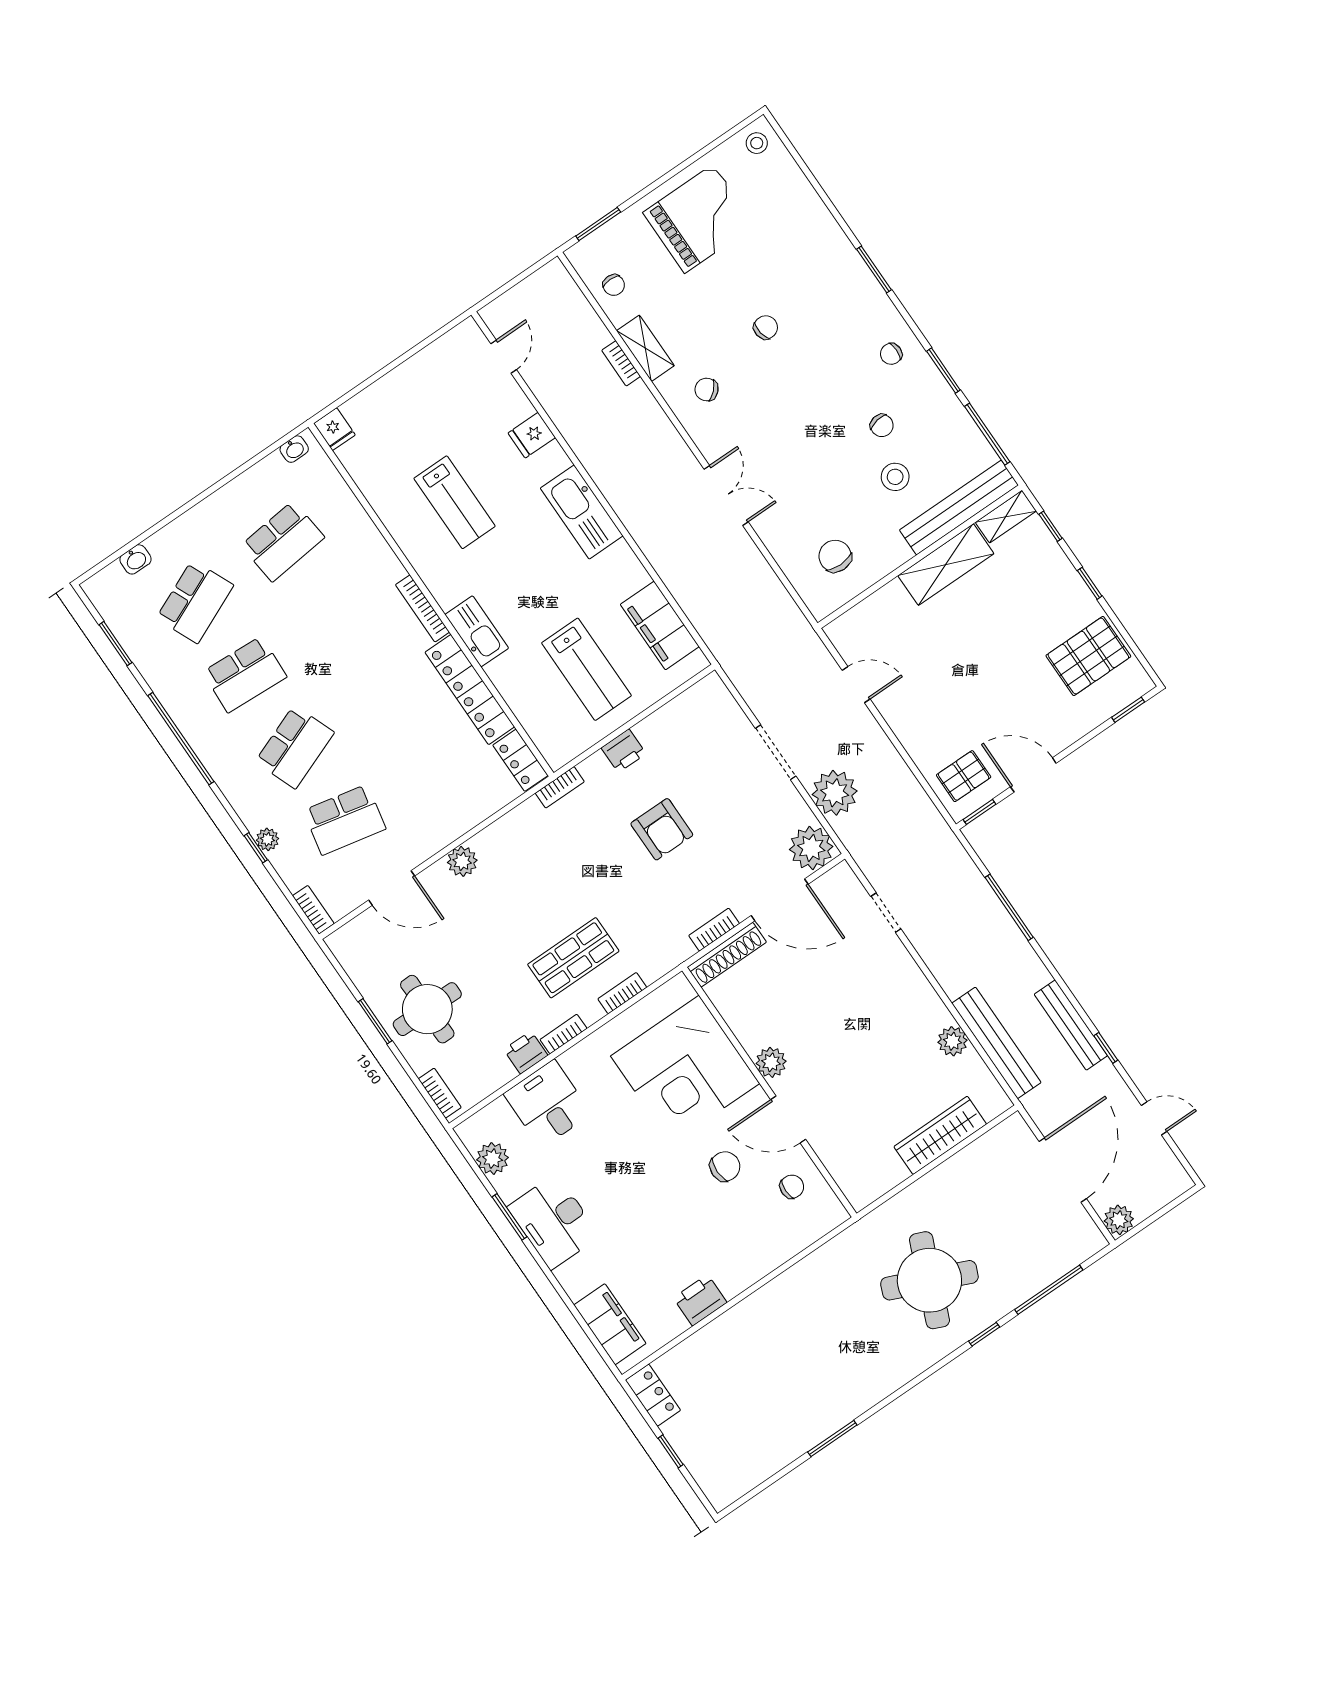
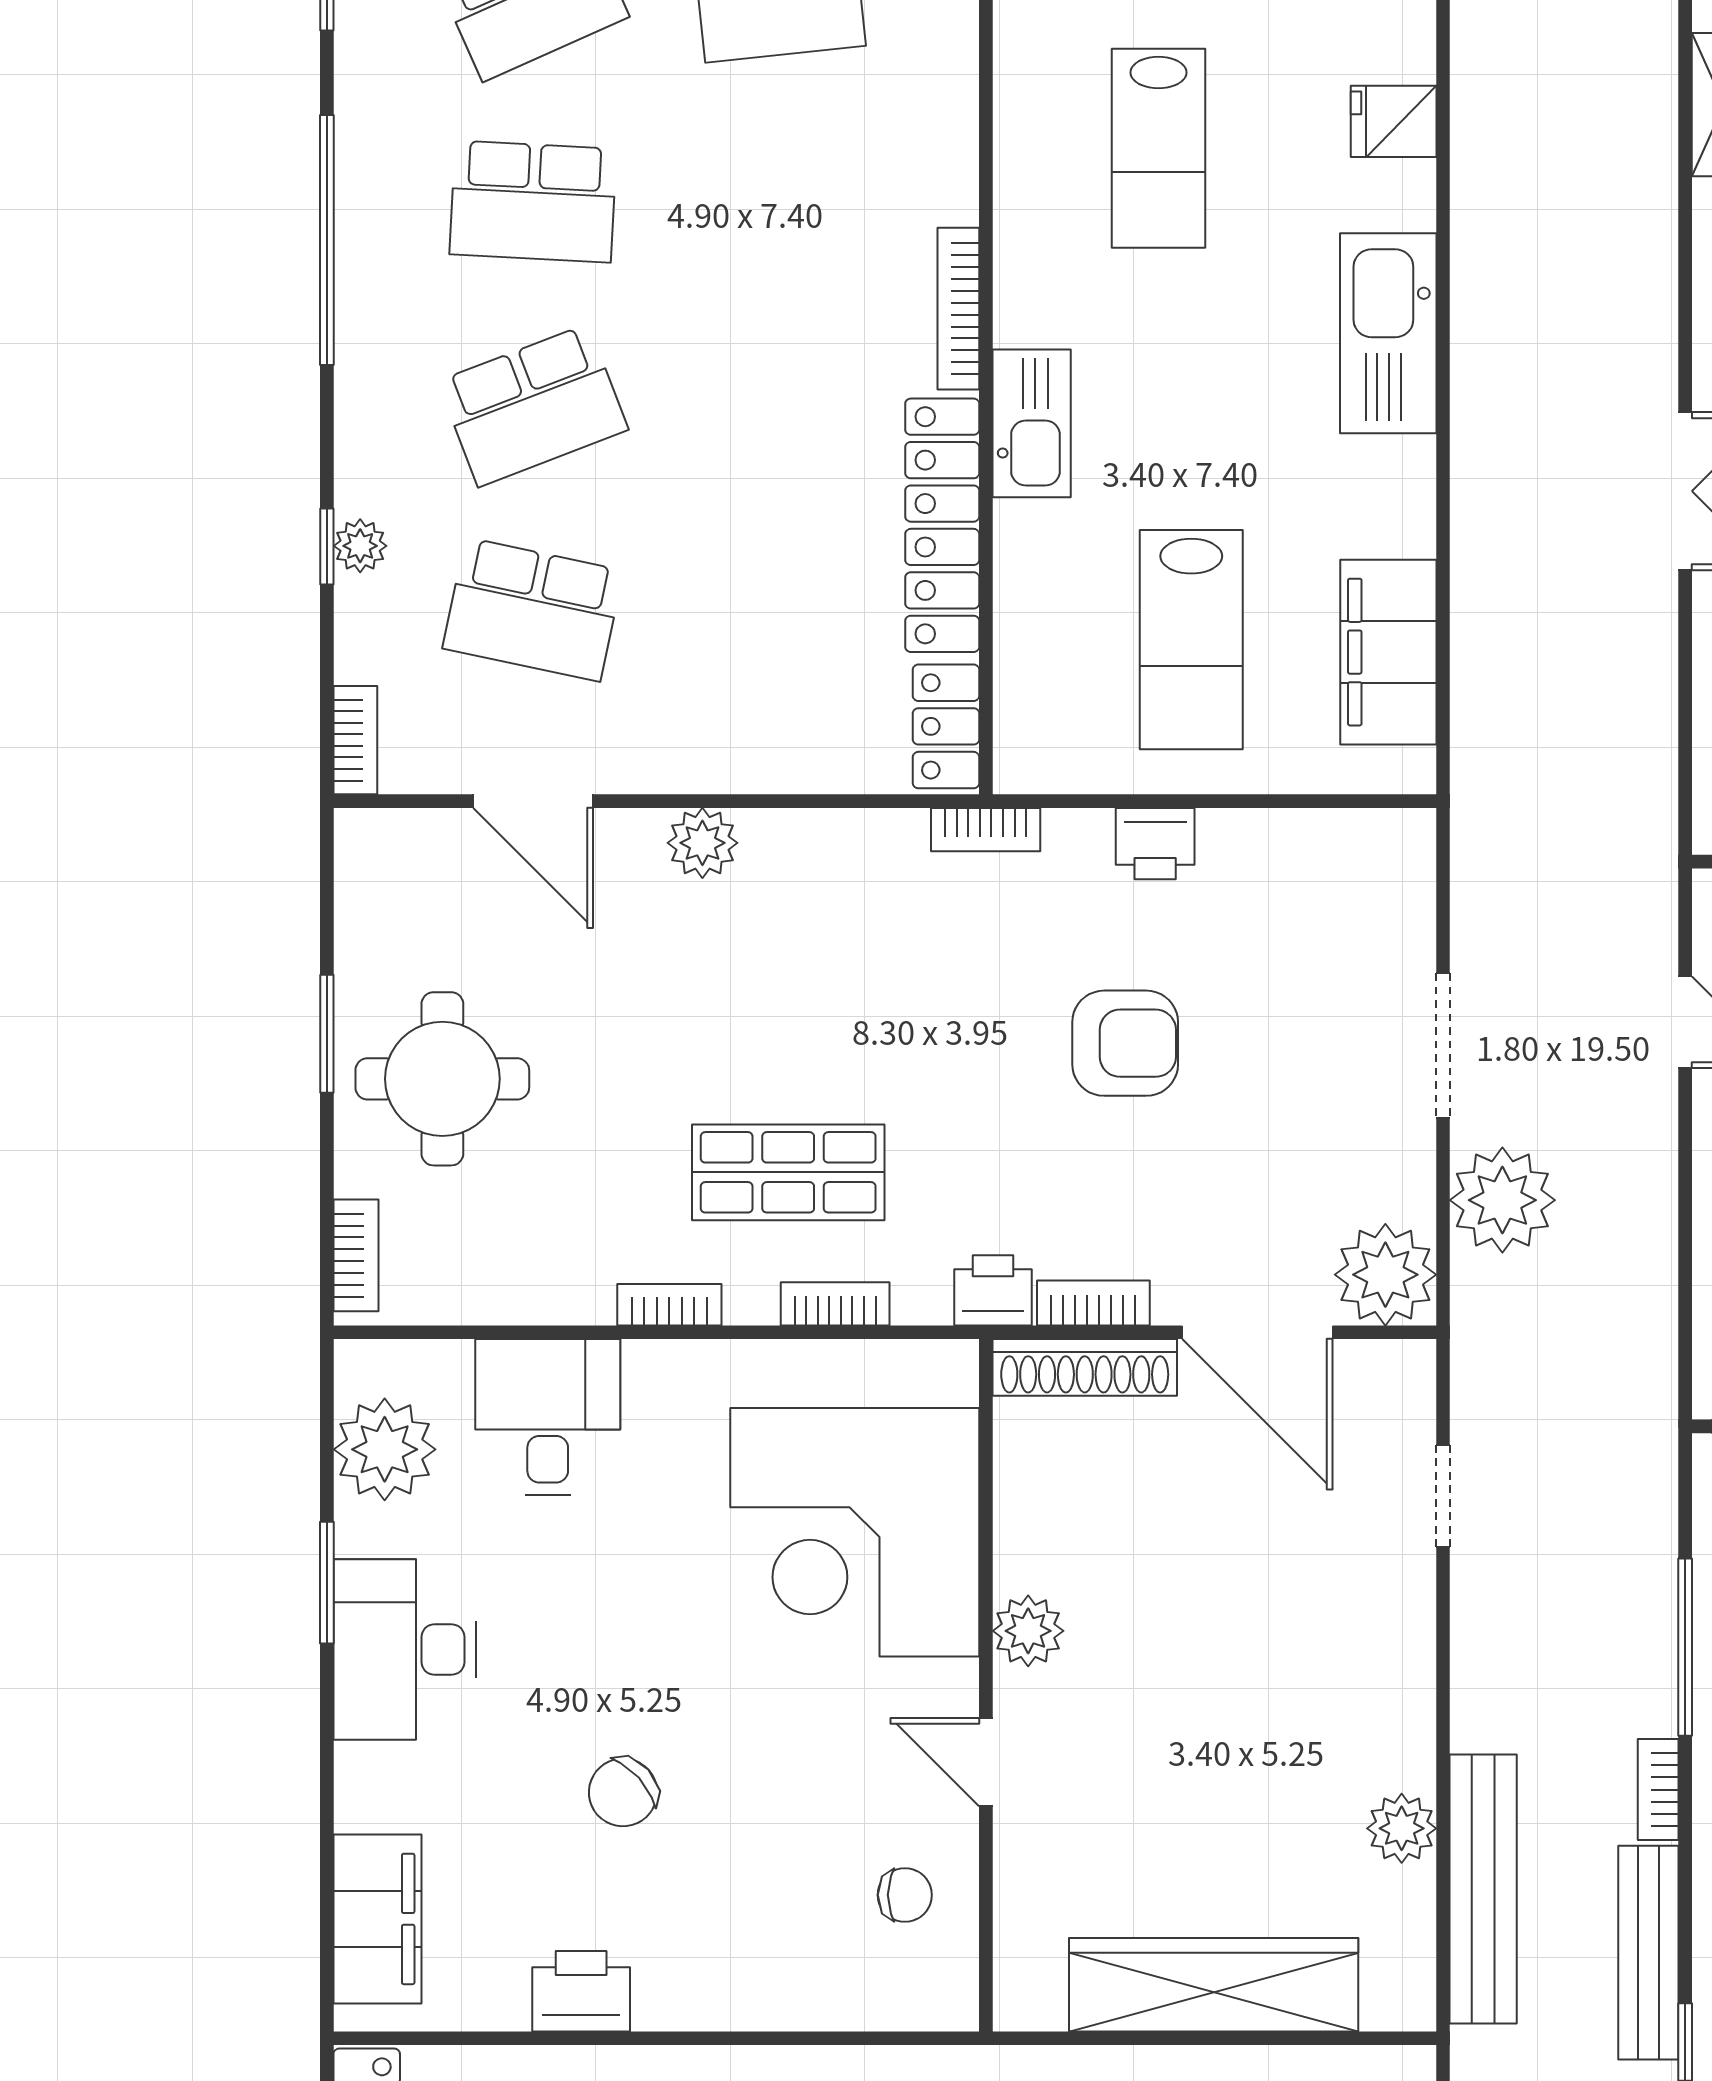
bookcase: (621, 363) -> (1658, 1790), moved
armchair: (662, 829) -> (1125, 1043), turned -90
printer: (526, 1052) -> (993, 1290), moved
door: (788, 1119) -> (986, 1762), width x0.73
wardrobe: (940, 1135) -> (1214, 1985), width x1.40, depth x1.17
plant: (493, 1159) -> (385, 1449), width x1.36, depth x1.36
chair: (725, 1166) -> (623, 1792), moved, turned 138

